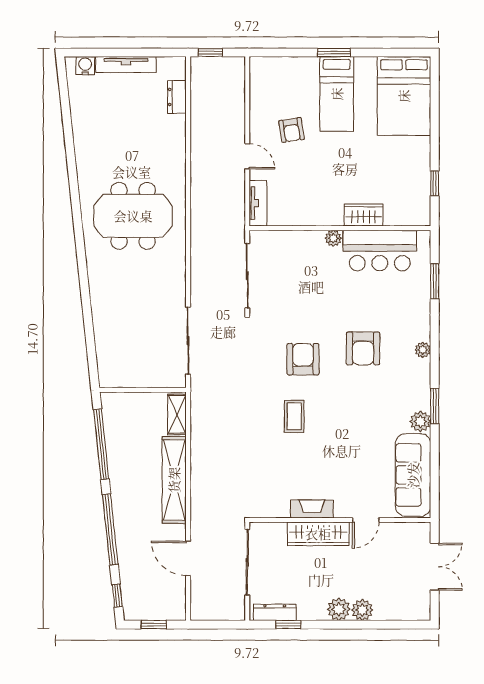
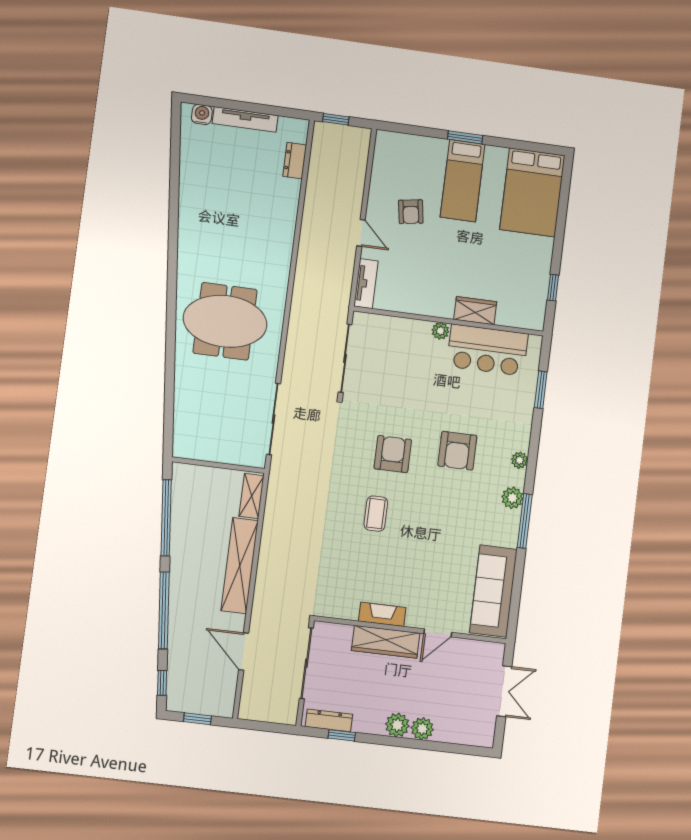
meeting table: (133, 216) -> (225, 321), moved
window: (435, 406) -> (525, 521), width x1.44
plant: (420, 421) -> (512, 498), moved

